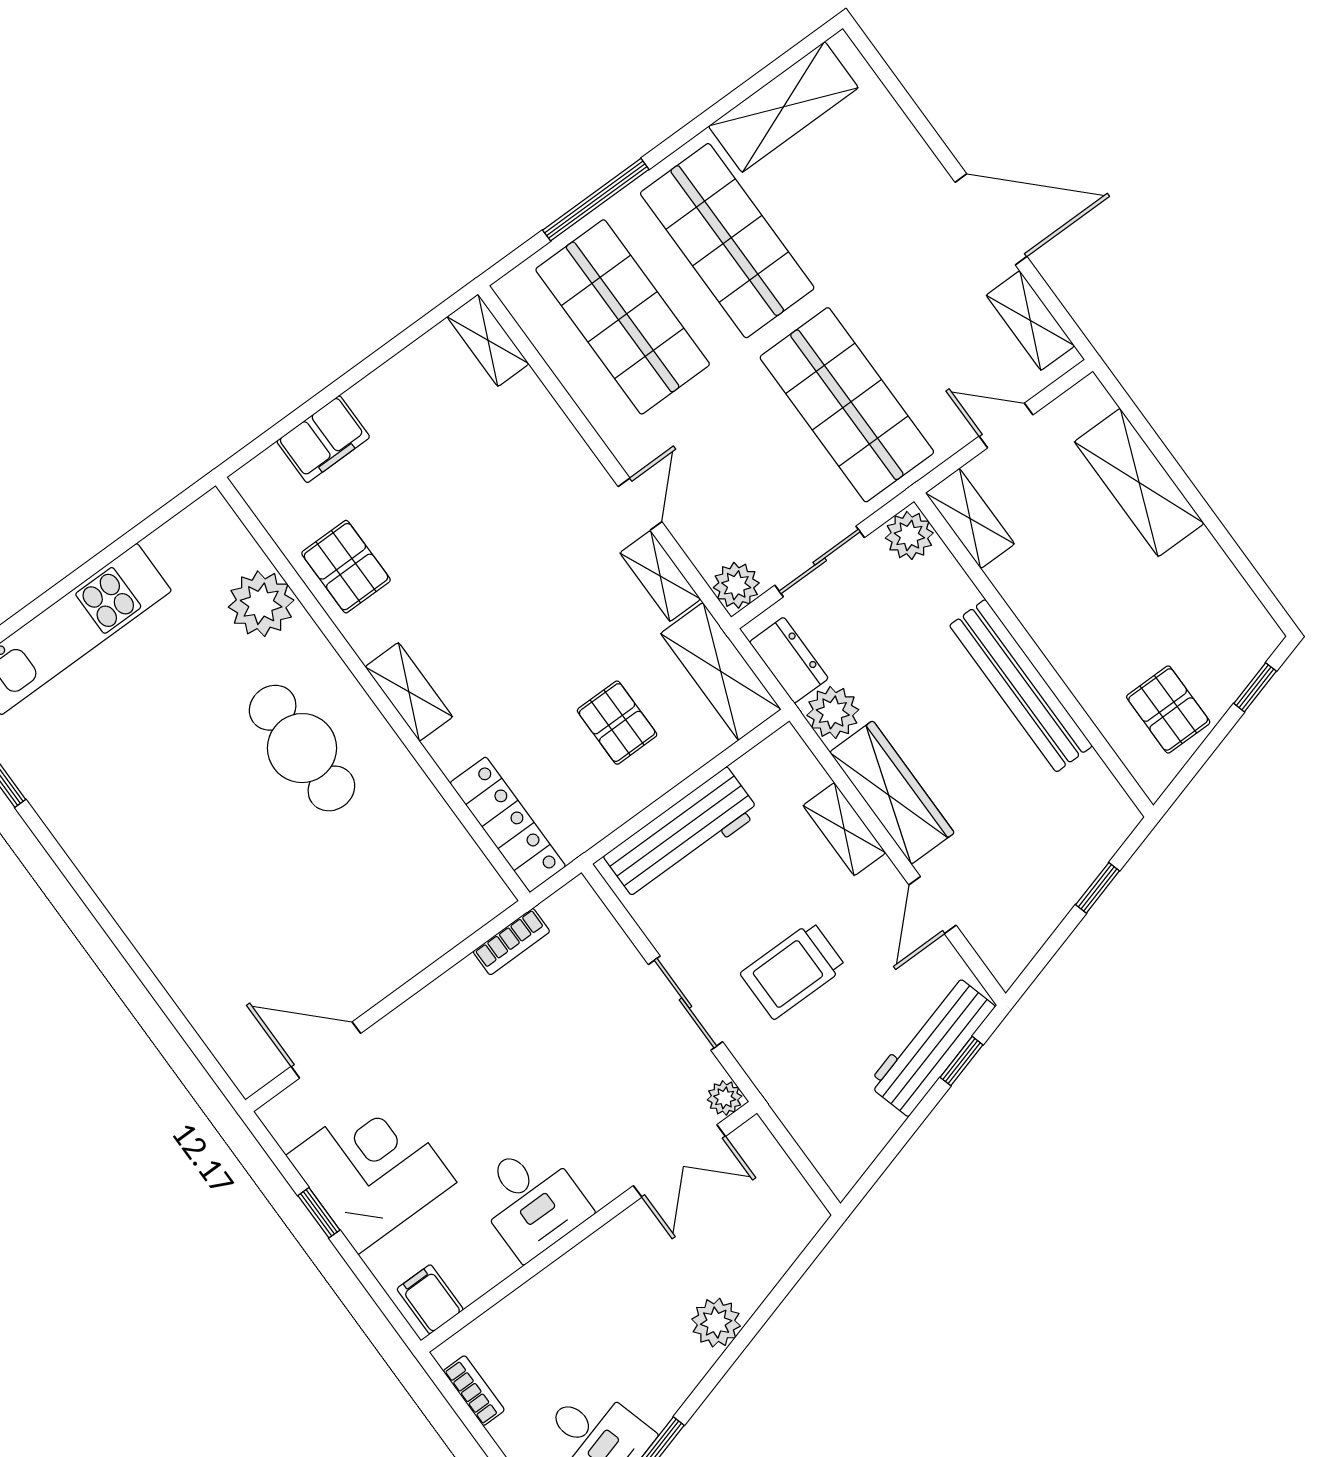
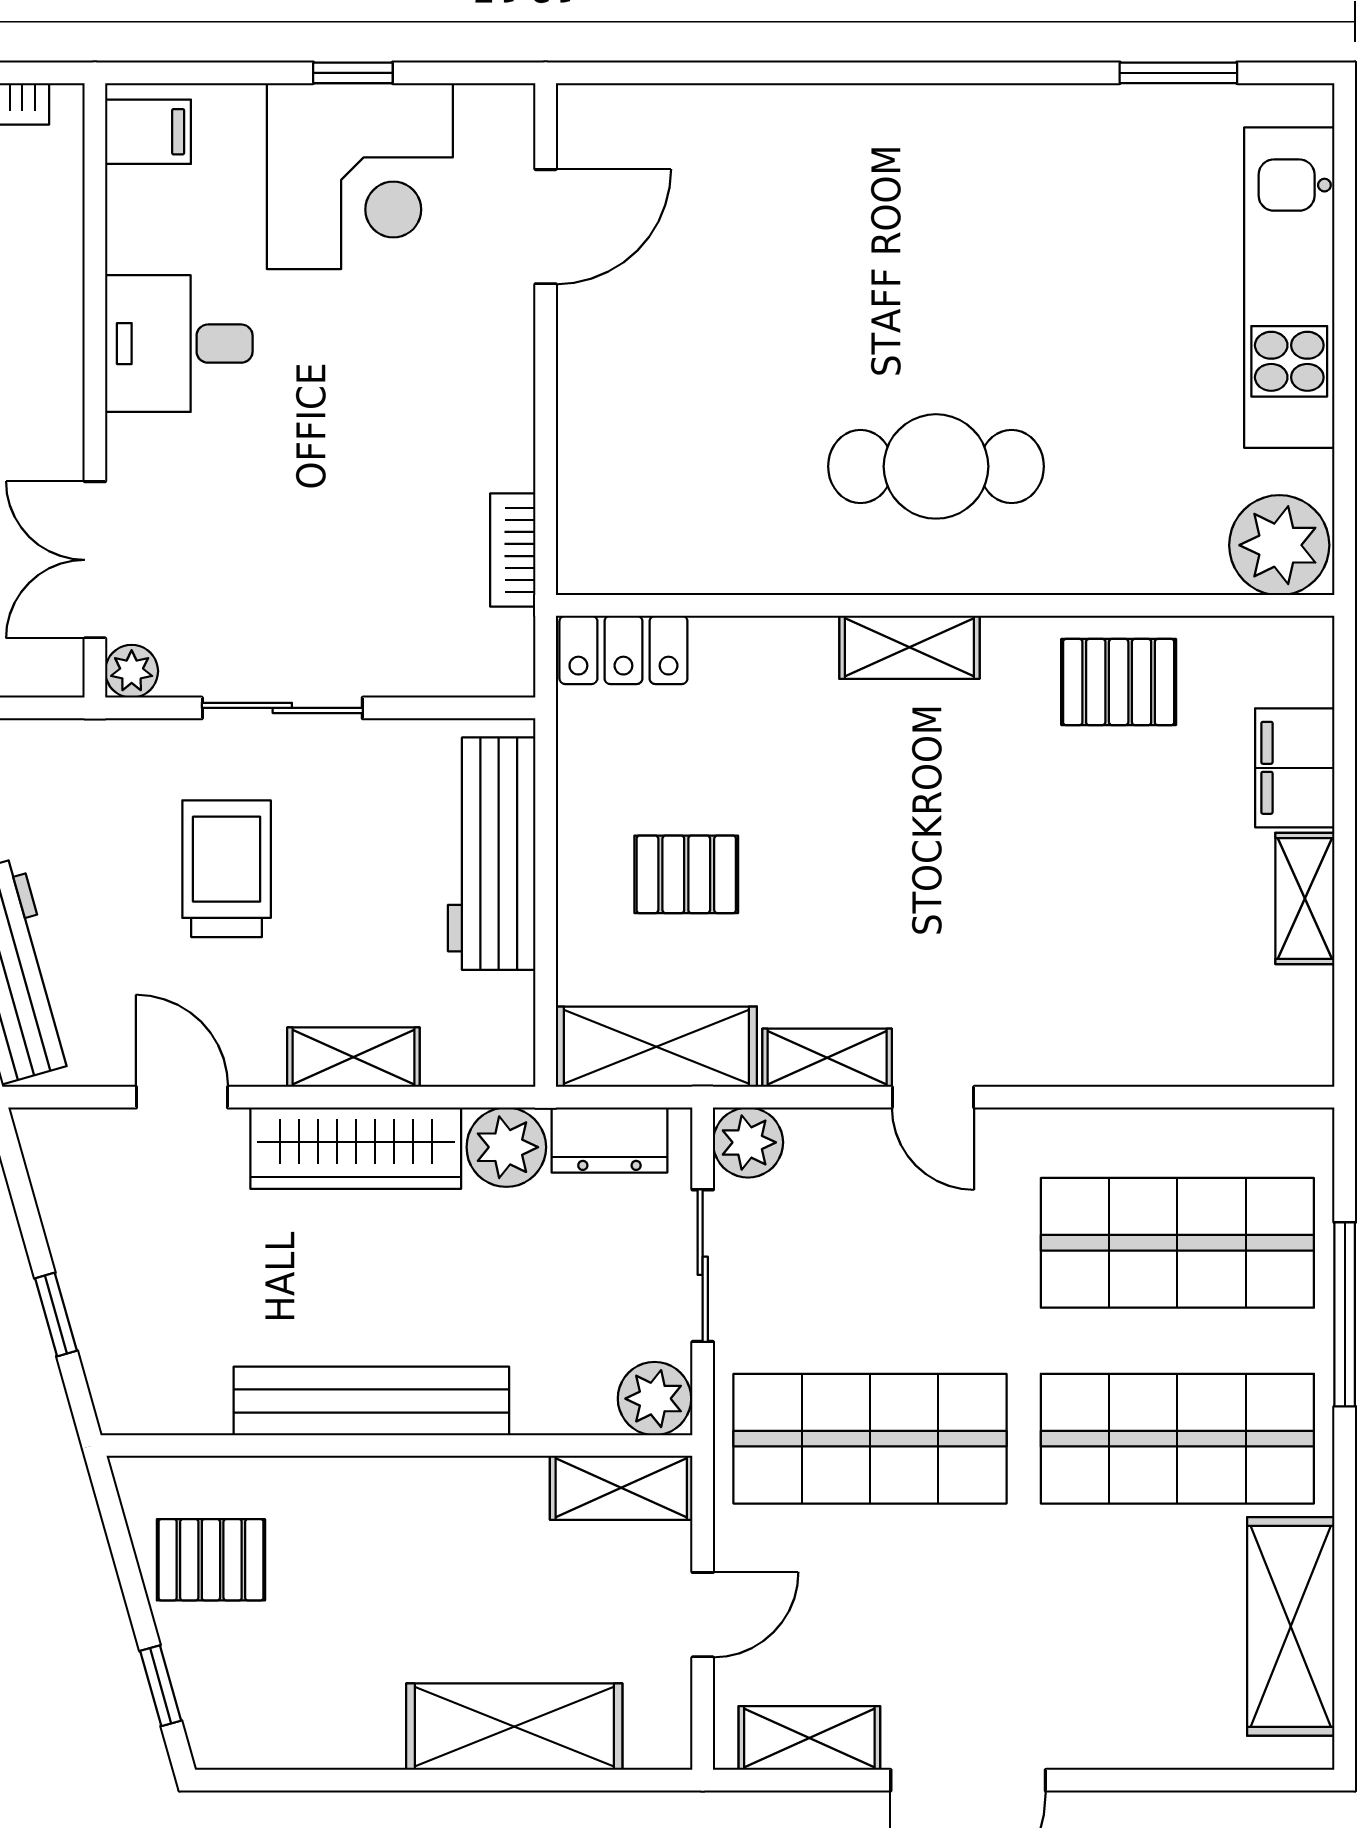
shelving: (488, 340) -> (1305, 898), moved, turned 90
plant: (261, 604) -> (1279, 545), moved
locker: (508, 825) -> (623, 650), width x0.66

